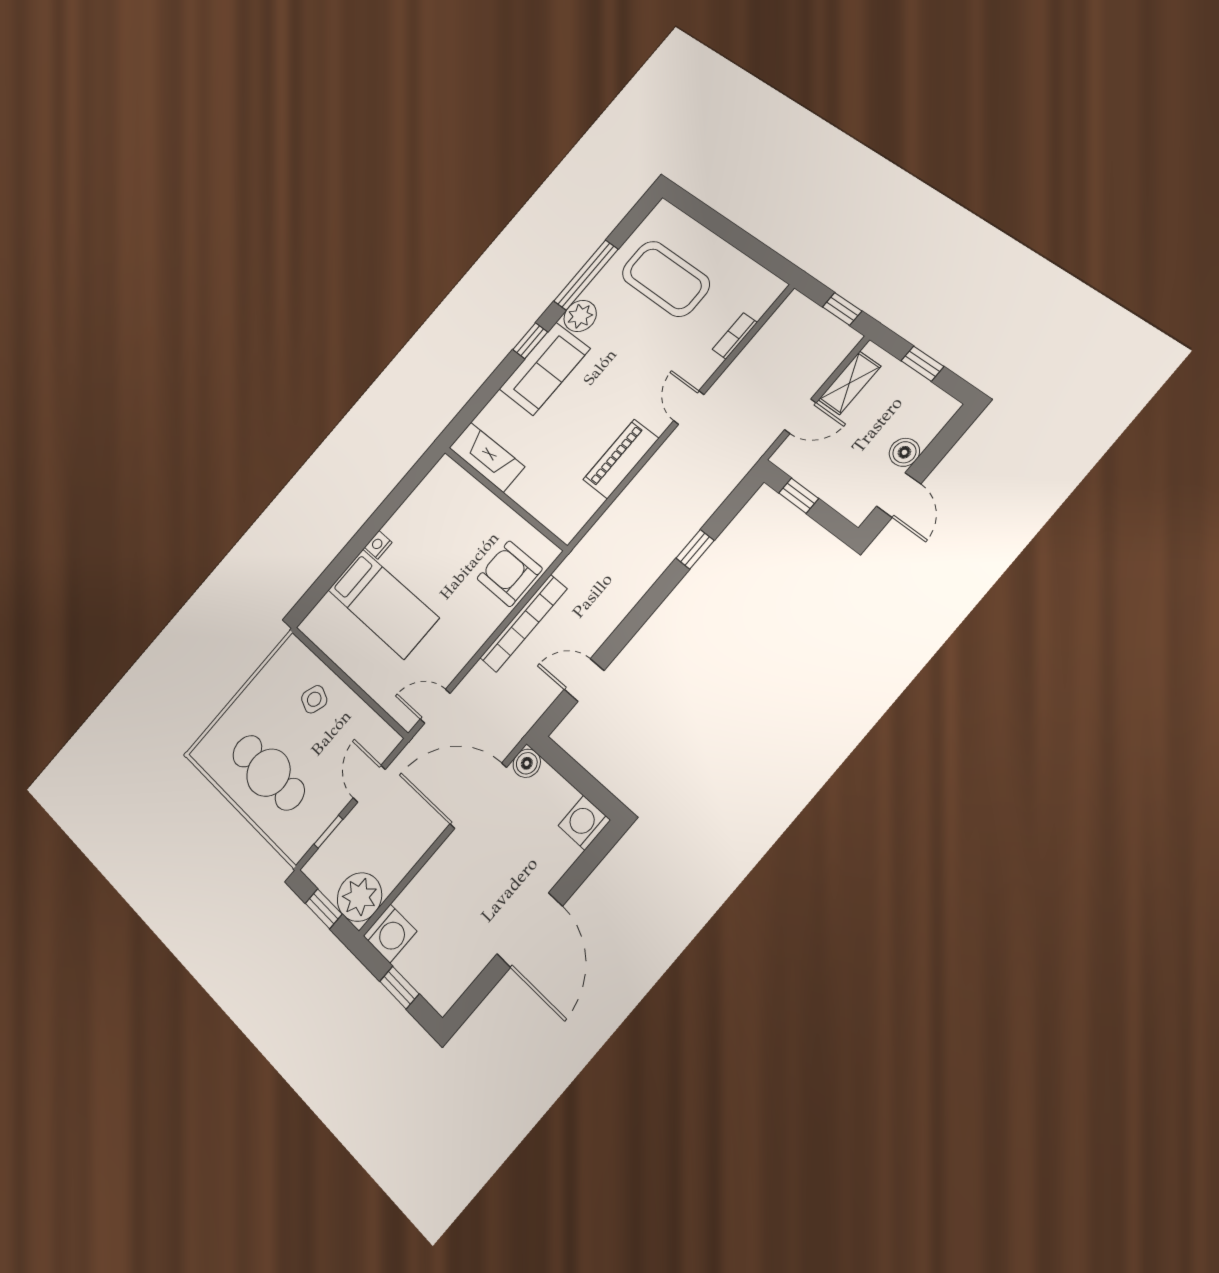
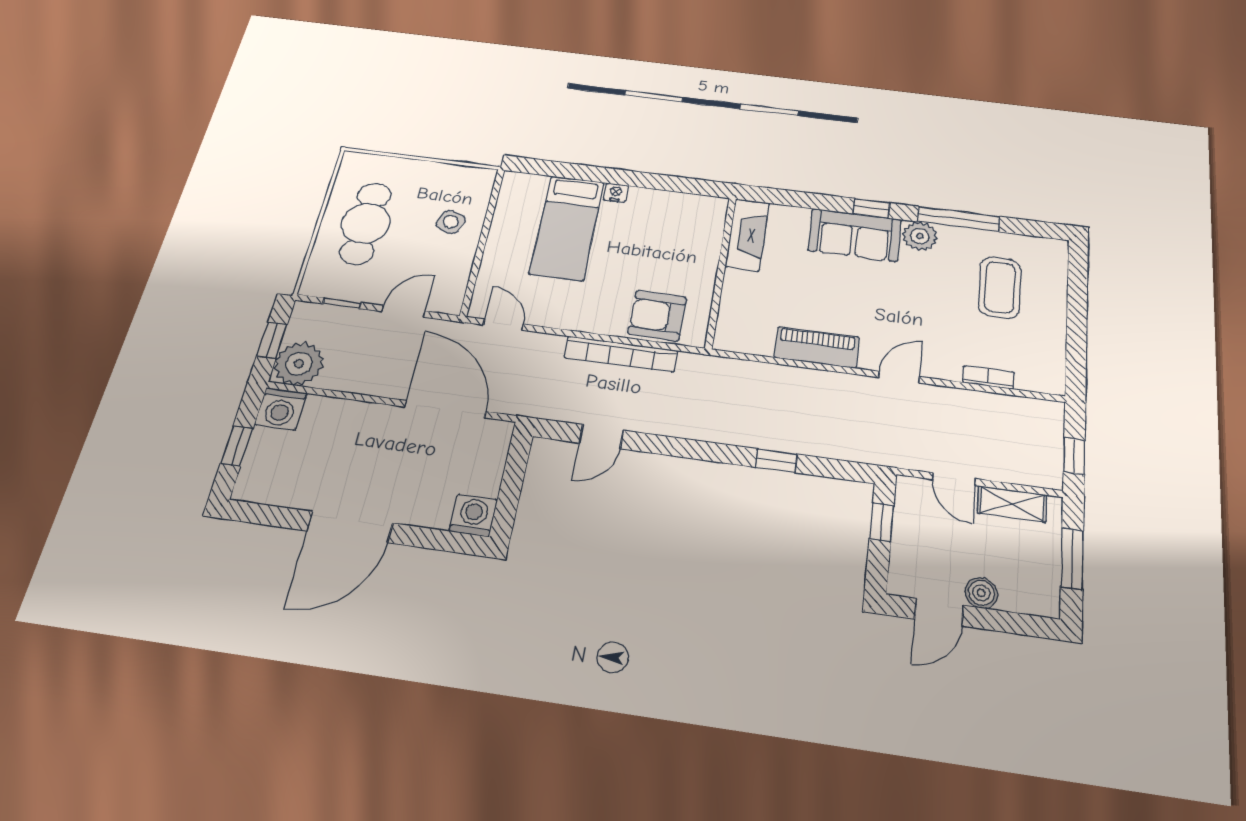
coffee table: (666, 279) -> (1000, 287), width x0.73, depth x0.76
window: (922, 364) -> (1072, 558), width x1.50
armchair: (510, 574) -> (657, 316), turned -89
door: (584, 680) -> (601, 437), swing flipped
boiler: (527, 763) -> (498, 433), removed

